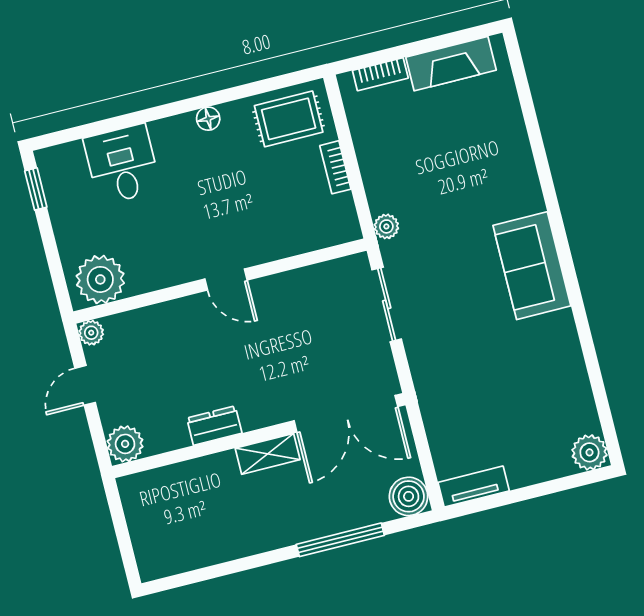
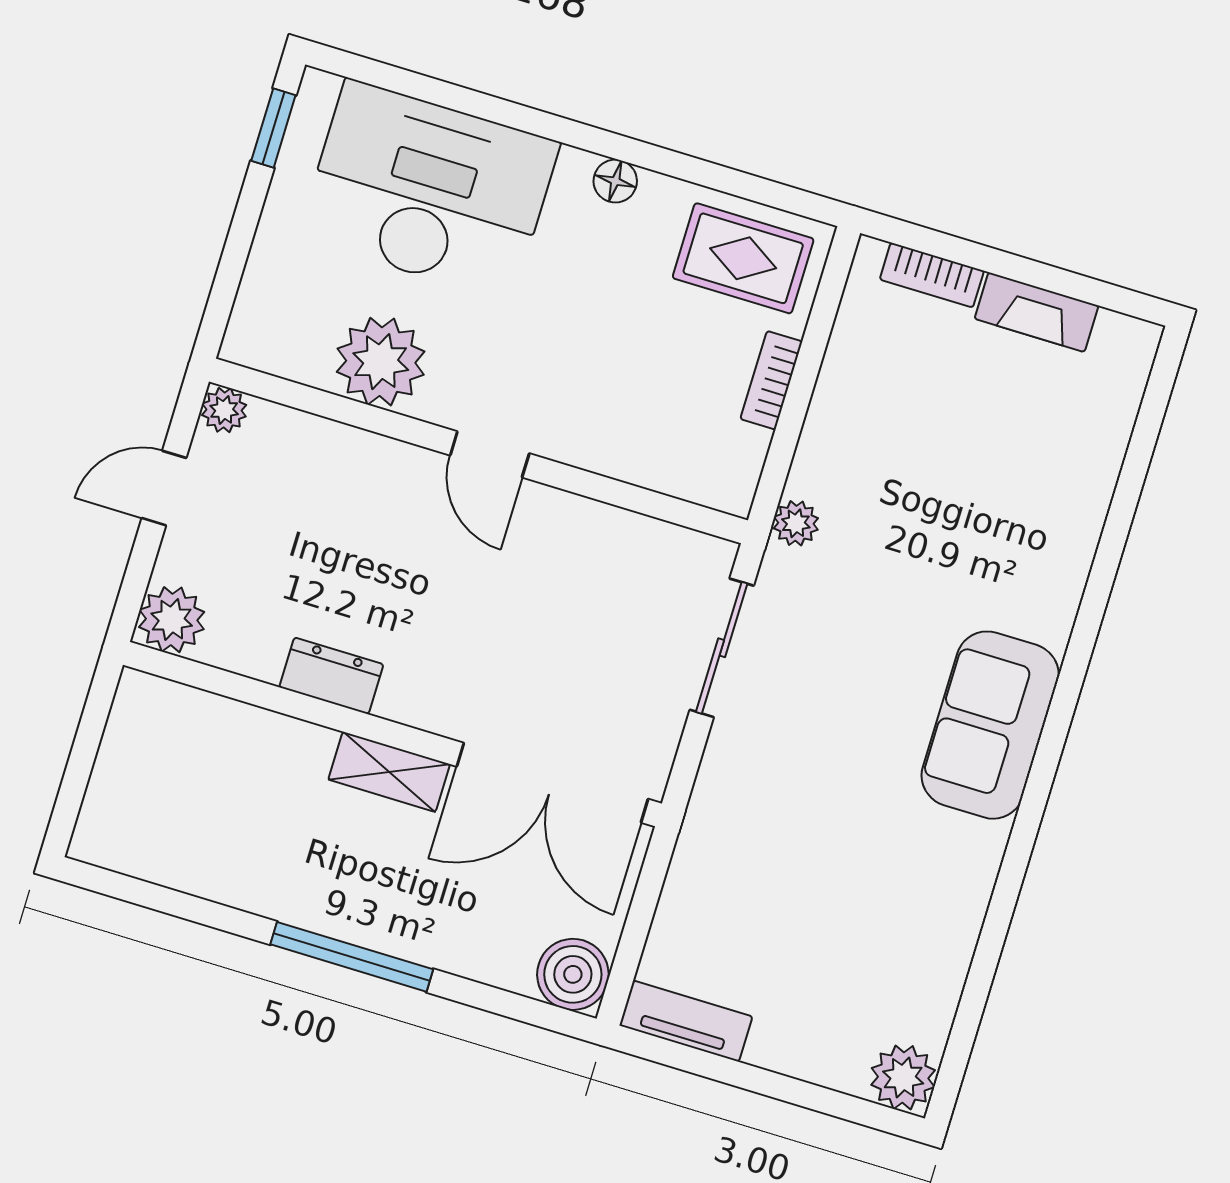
fireplace: (451, 64) -> (1036, 312), width x0.73, depth x0.76
desk: (122, 164) -> (429, 190), width x1.87, depth x1.30
plant: (100, 279) -> (381, 362), moved
window: (340, 540) -> (352, 957), moved

